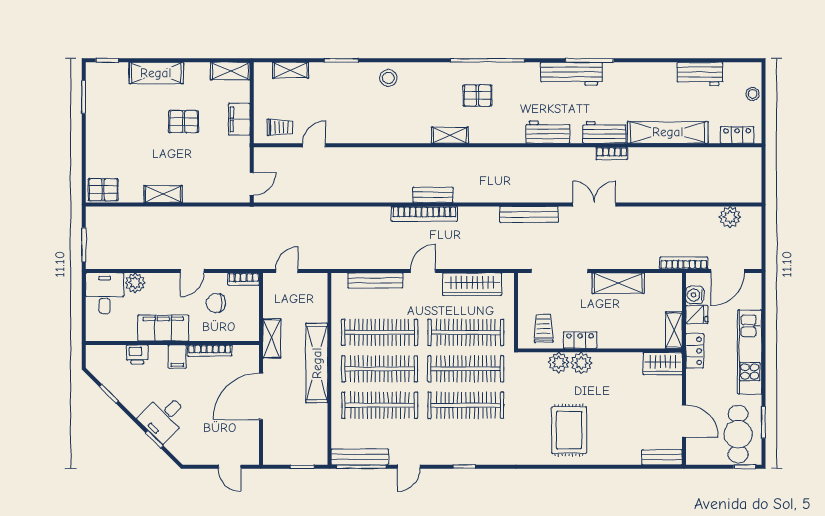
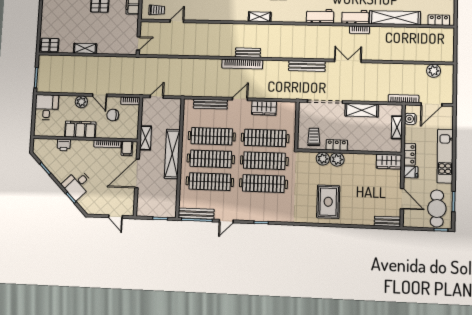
door: (192, 271) -> (100, 95), hinge flipped
plant: (135, 283) -> (81, 102), moved
wardrobe: (472, 284) -> (264, 108), width x0.67
fridge: (697, 314) -> (411, 172), moved
shelving: (674, 330) -> (397, 127), moved
filing cabinet: (177, 357) -> (127, 148), moved

